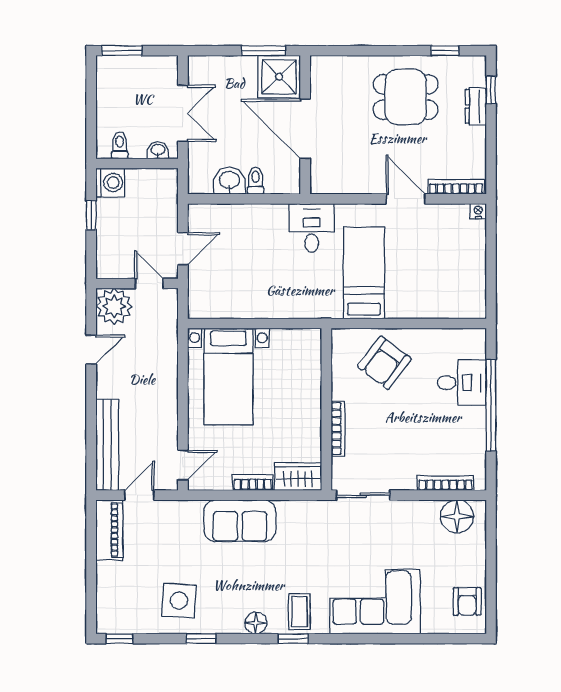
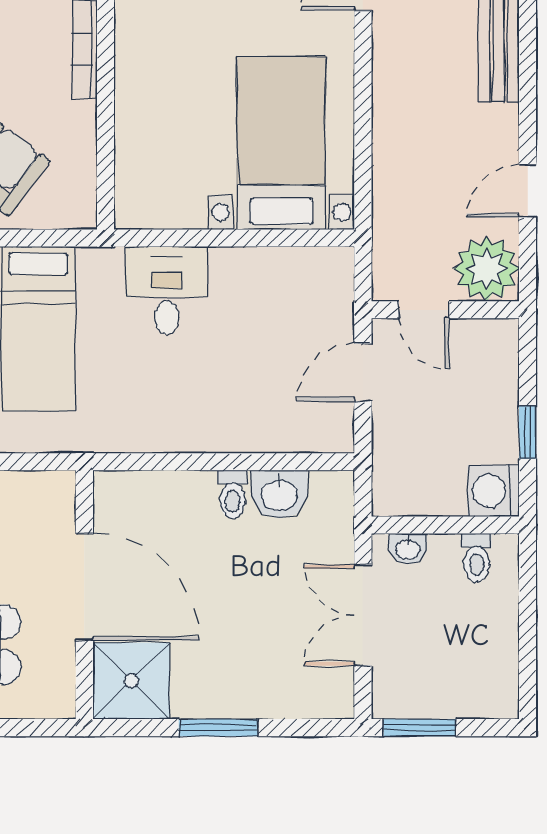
window: (122, 51) -> (420, 728), moved
shower: (279, 77) -> (131, 681), moved
wall: (305, 125) -> (84, 595), moved
door: (305, 129) -> (84, 587), moved
desk: (312, 228) -> (167, 290), moved, turned 180

